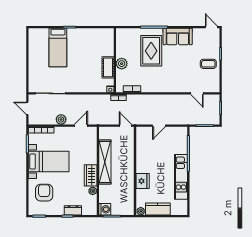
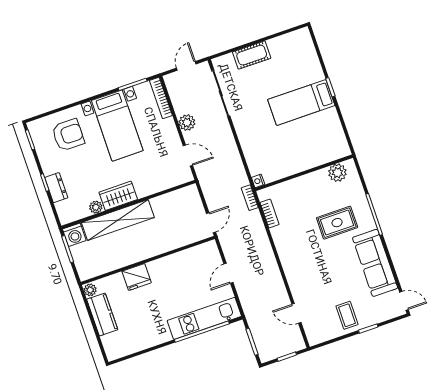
door: (211, 27) -> (404, 301), hinge flipped
sofa: (178, 36) -> (375, 263), width x1.36
bed: (58, 47) -> (301, 102), moved
rug: (151, 51) -> (337, 223), width x0.73, depth x0.70
plant: (122, 64) -> (337, 173), moved
cot: (108, 67) -> (252, 55), moved
door: (197, 93) -> (296, 313), hinge flipped
door: (159, 126) -> (228, 273), hinge flipped
shelving: (105, 162) -> (118, 220), moved
kitchen unit: (181, 177) -> (204, 318), moved

